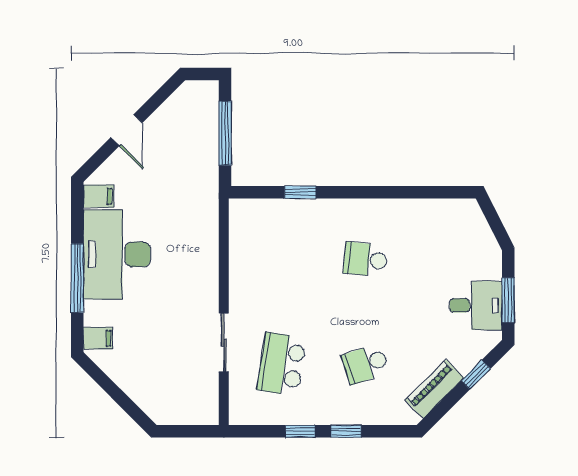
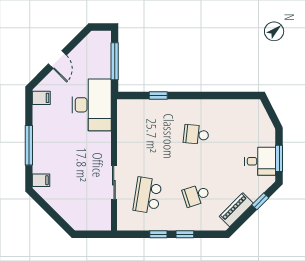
desk: (117, 254) -> (92, 105), moved, turned 180

